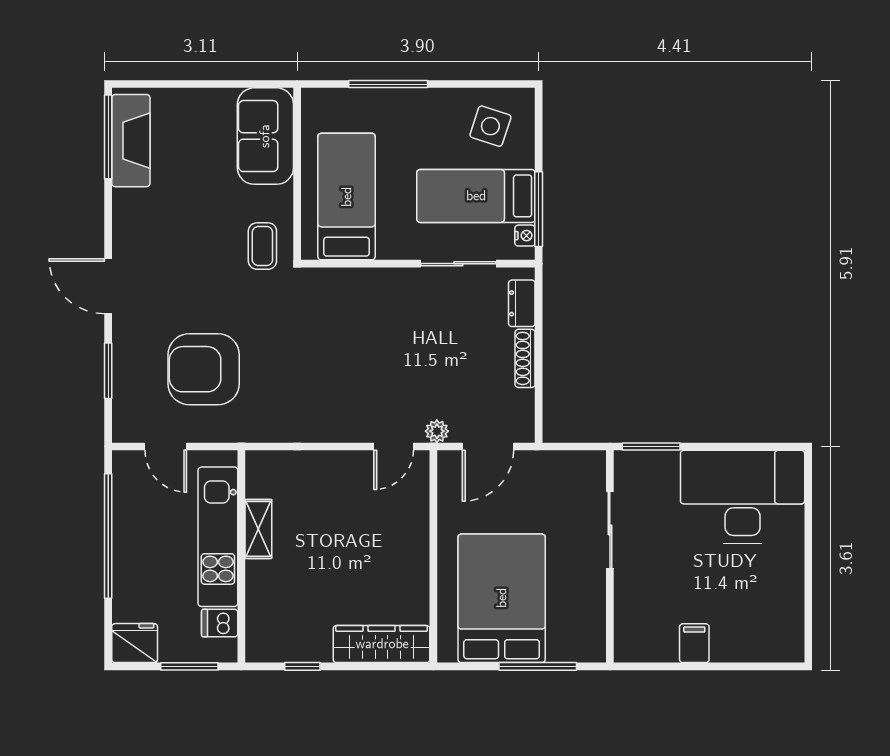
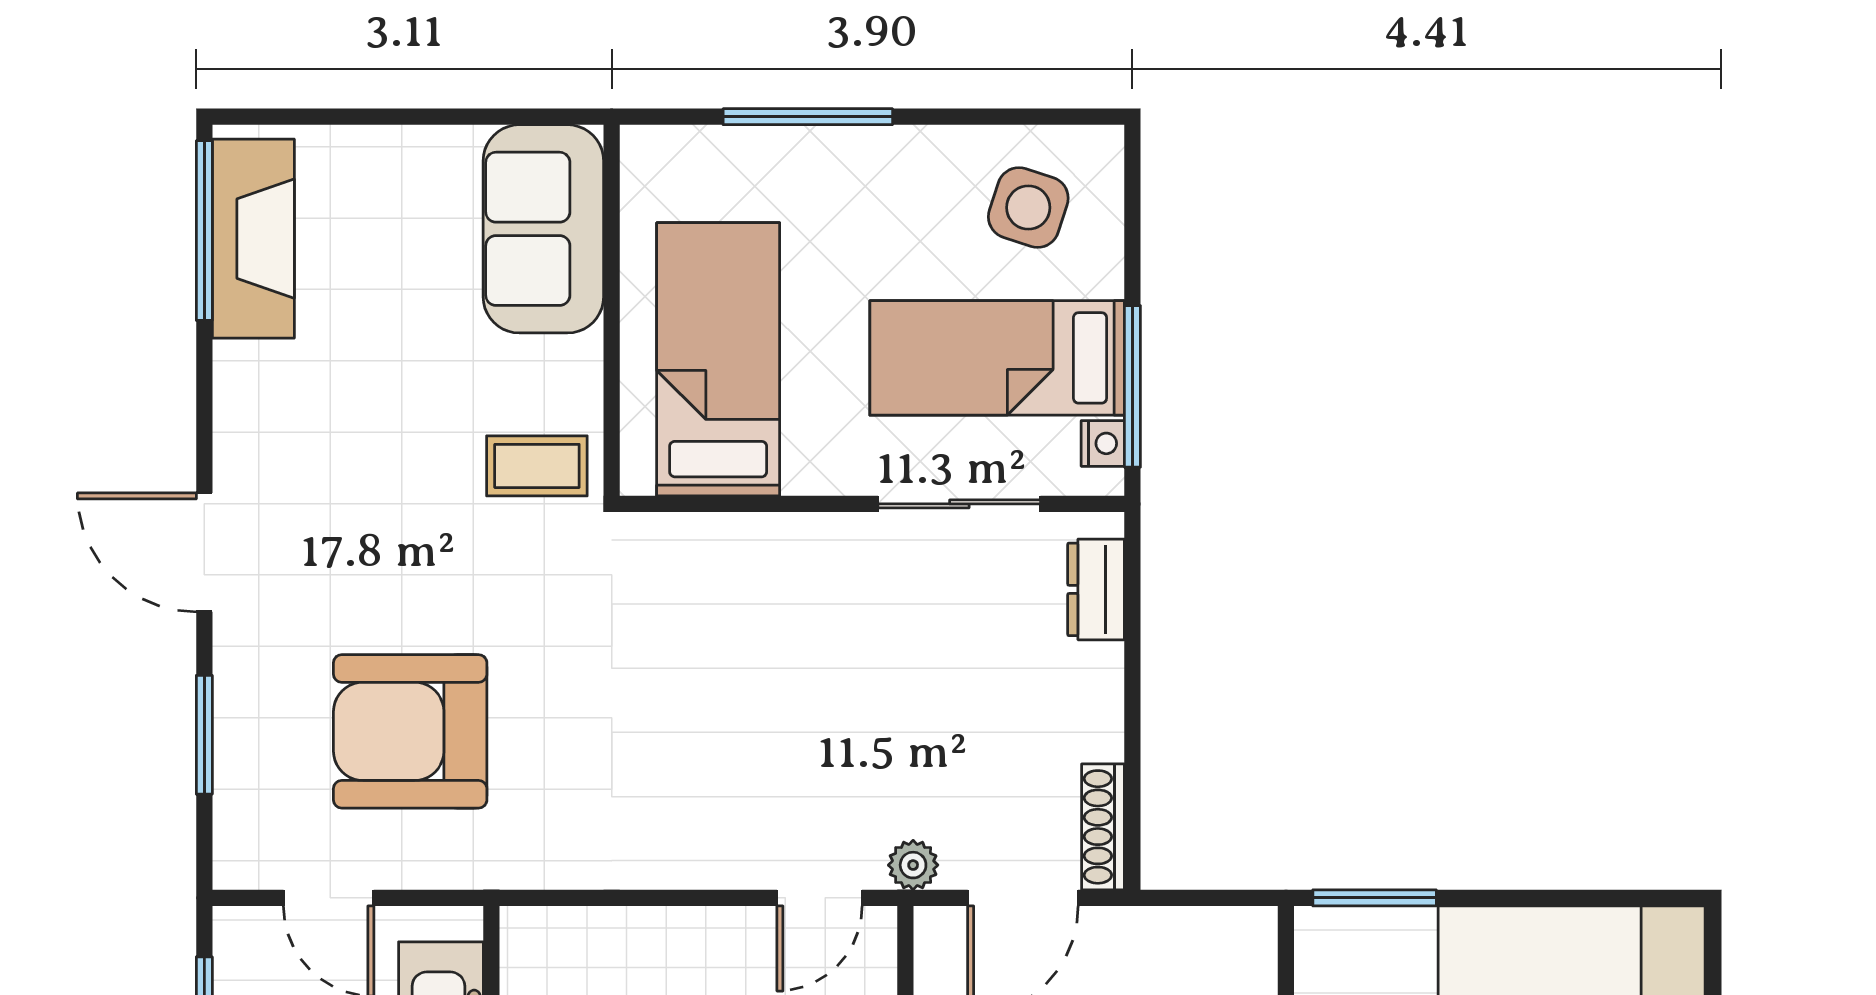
coffee table: (262, 246) -> (537, 466), turned 90
shoe rack: (525, 358) -> (1103, 827), moved

